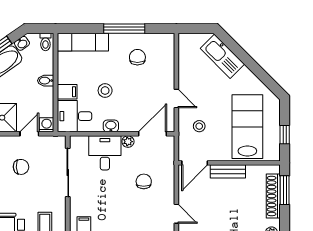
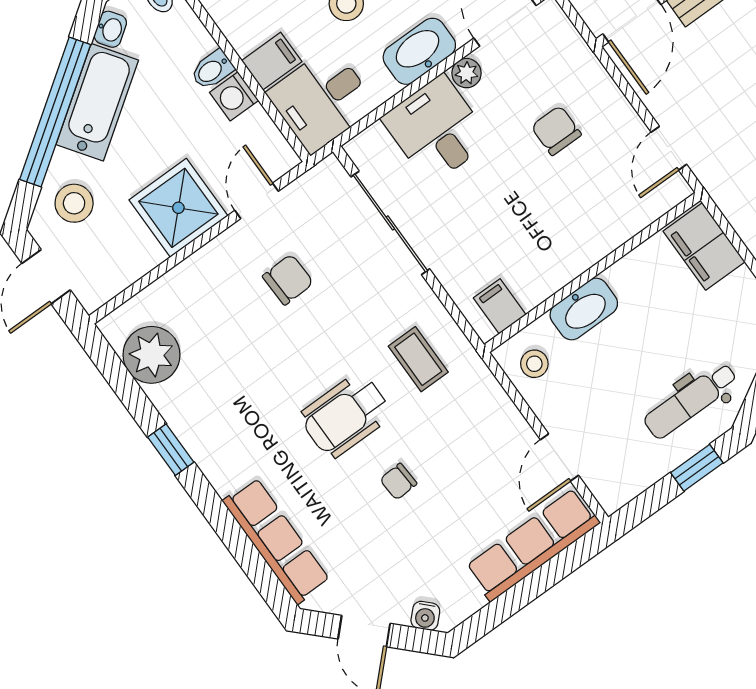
washing machine: (47, 125) -> (234, 96), moved, turned -90
washbasin: (111, 126) -> (419, 51), width x1.91, depth x1.45
door: (176, 214) -> (669, 148), swing flipped

